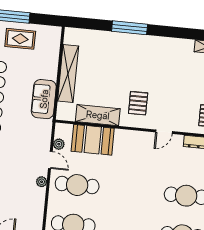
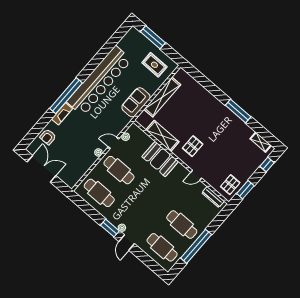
window: (130, 28) -> (238, 111), moved
rug: (20, 39) -> (154, 65), moved
booth: (93, 140) -> (160, 159), moved
door: (50, 160) -> (113, 143), swing flipped

